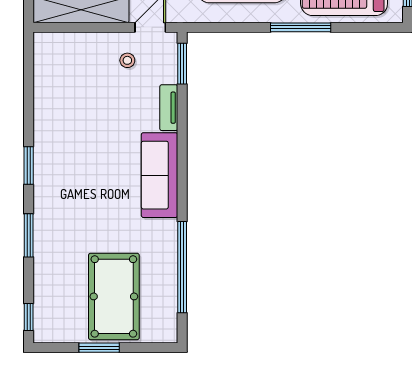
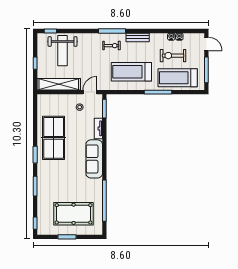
table tennis table: (70, 128) -> (54, 138), added
pool table: (114, 296) -> (74, 214), turned 90

